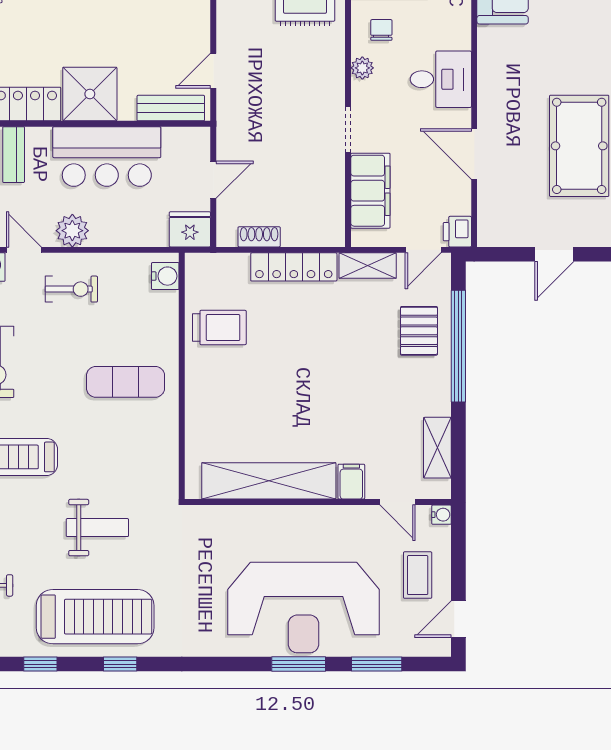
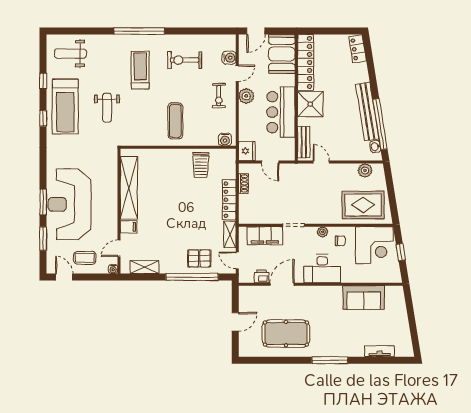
desk: (441, 79) -> (322, 269), width x1.37
printer: (457, 232) -> (262, 276), moved
door: (554, 254) -> (235, 322), swing flipped

